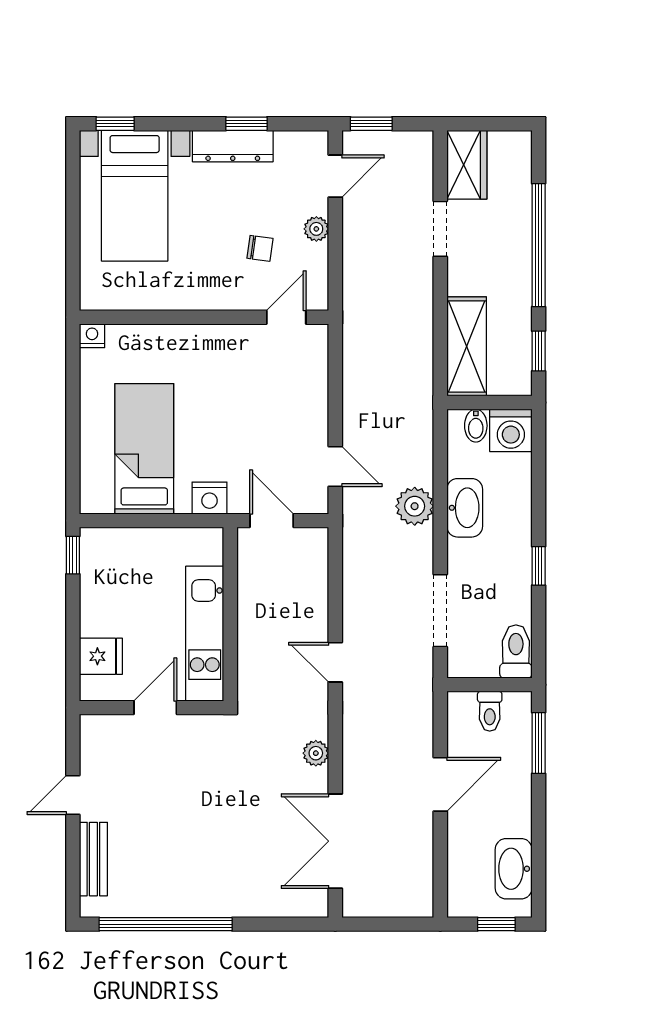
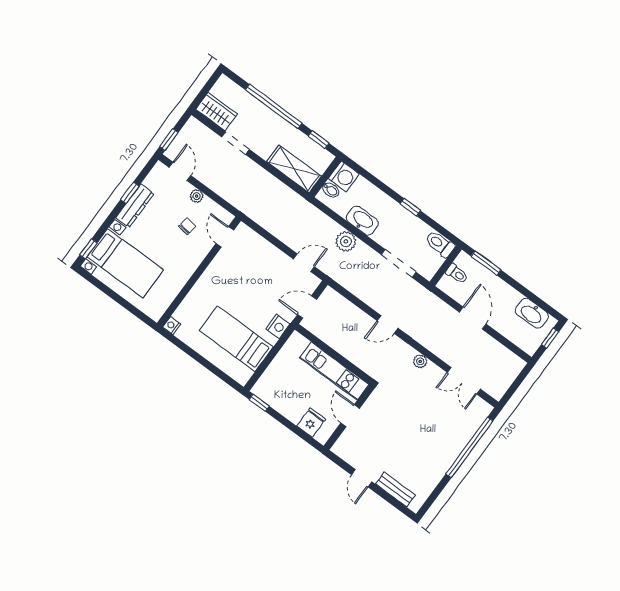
double door: (335, 841) -> (464, 381), width x0.73
window: (166, 924) -> (469, 447), moved

